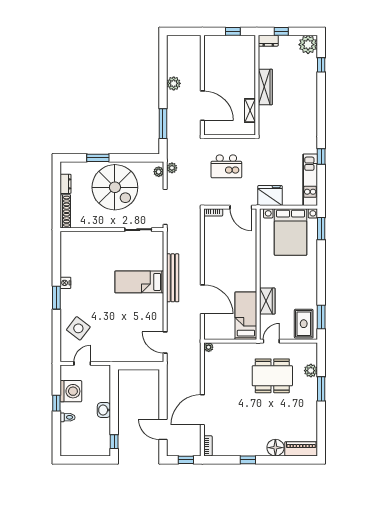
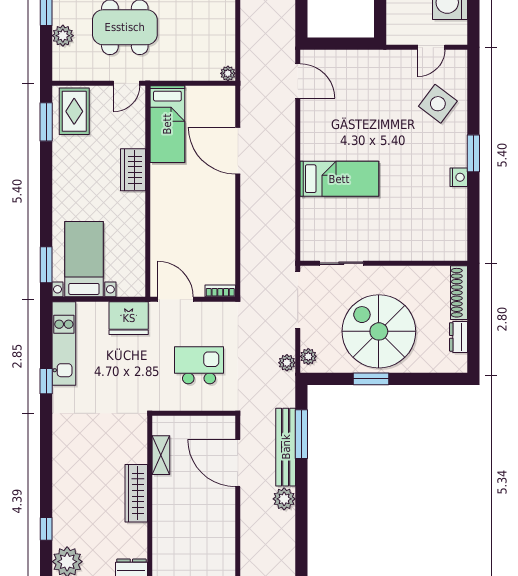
window: (98, 158) -> (371, 379), moved
bed with nightstands: (291, 232) -> (84, 259), width x0.73
bench: (173, 278) -> (286, 447), moved
wardrobe: (267, 301) -> (133, 170), moved

